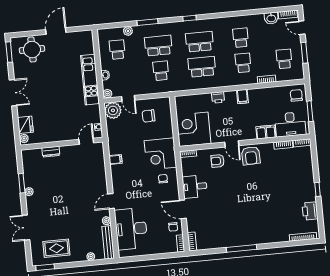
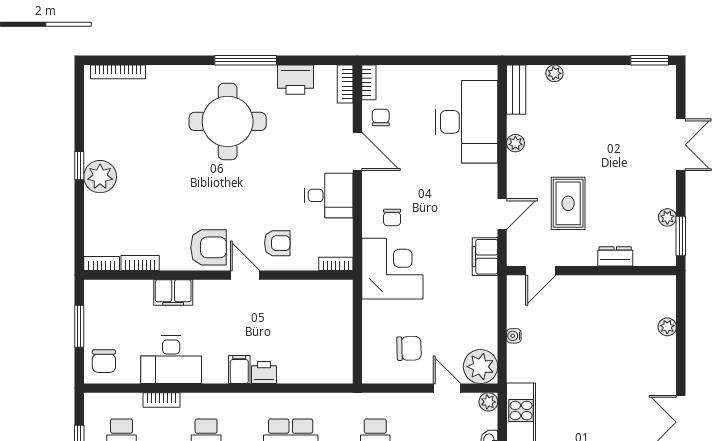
filing cabinet: (242, 96) -> (239, 370), moved
desk: (290, 124) -> (171, 360), moved, turned 180
fridge: (25, 125) -> (662, 354), removed
corner desk: (193, 129) -> (320, 312), removed
door: (86, 141) -> (541, 271), moved
wall: (62, 144) -> (591, 271), moved
dresser: (51, 152) -> (615, 256), moved
armchair: (251, 156) -> (208, 247), turned 92
filing cabinet: (115, 159) -> (485, 257), width x2.00
plant: (307, 185) -> (100, 177), added
door: (111, 201) -> (502, 214), moved
printer: (310, 211) -> (295, 80), moved, turned 90
round table: (247, 218) -> (228, 121), added
bench: (108, 242) -> (516, 90), width x0.73
rug: (56, 248) -> (568, 203), moved, turned 90

